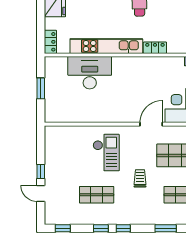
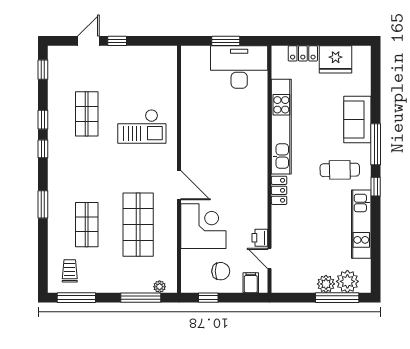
locker: (50, 42) -> (303, 53), moved
desk: (90, 73) -> (239, 67), moved, turned -90
trolley: (140, 178) -> (108, 171), removed

